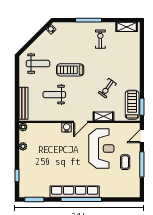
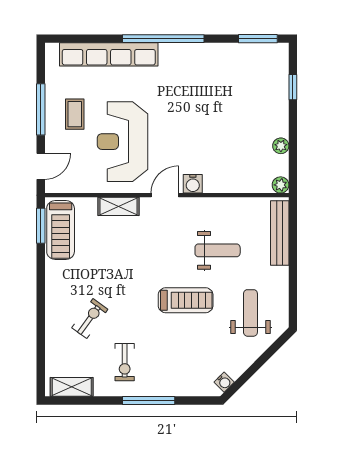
weight bench: (38, 64) -> (250, 313), turned 90
exercise bike: (107, 88) -> (90, 319), moved
row of seats: (75, 192) -> (109, 54), moved

